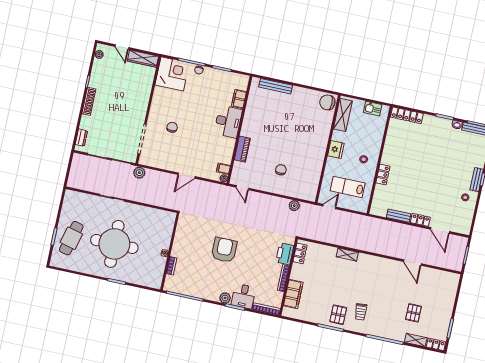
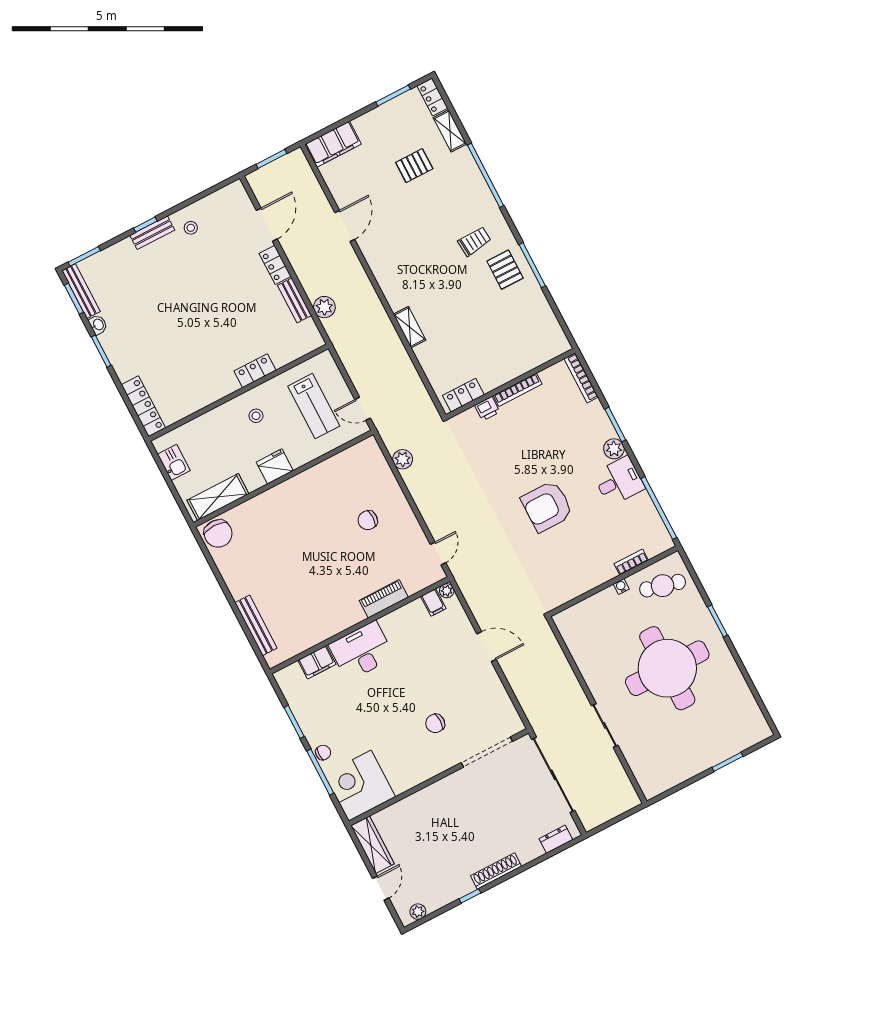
plant: (139, 173) -> (324, 307), moved
cafe table: (71, 238) -> (663, 586), moved, width x0.73, depth x0.74
printer: (285, 254) -> (487, 409), width x0.53, depth x0.68
filing cabinet: (293, 294) -> (333, 144), moved, turned 180
desk: (243, 296) -> (619, 481), moved
pallet: (338, 315) -> (505, 270), turned 90

